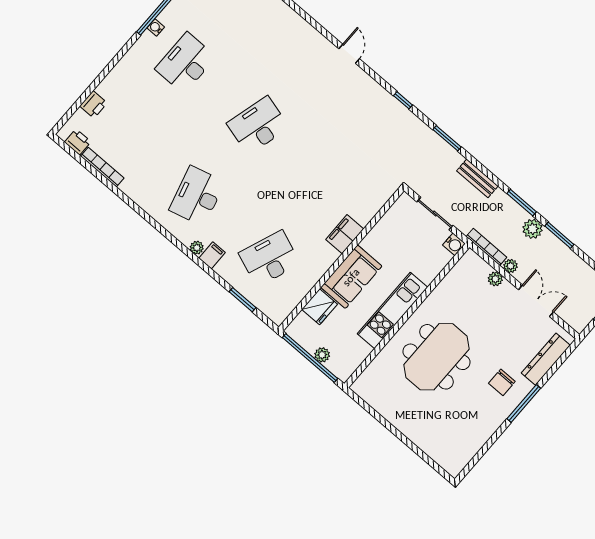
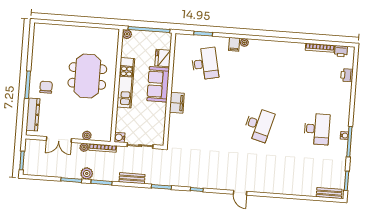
desk: (197, 196) -> (263, 68), removed
desk: (270, 258) -> (205, 64), turned -33
plant: (322, 355) -> (127, 34), moved

